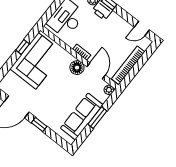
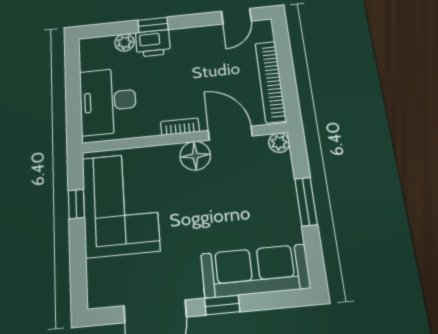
sofa: (82, 116) -> (255, 271), moved, turned 90

